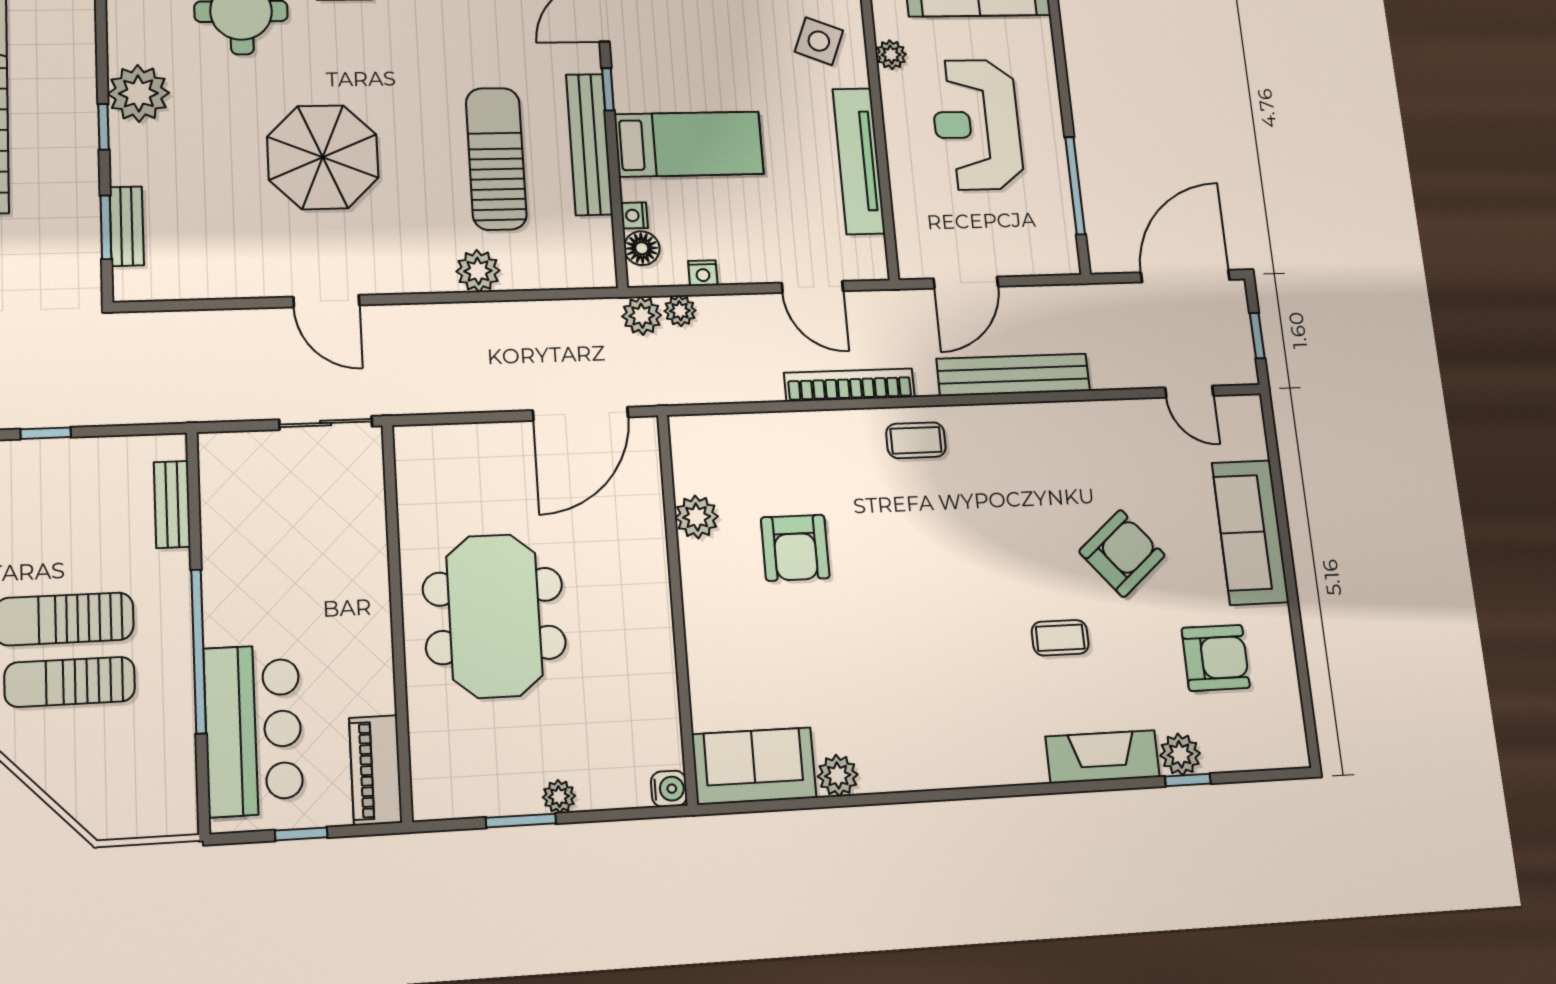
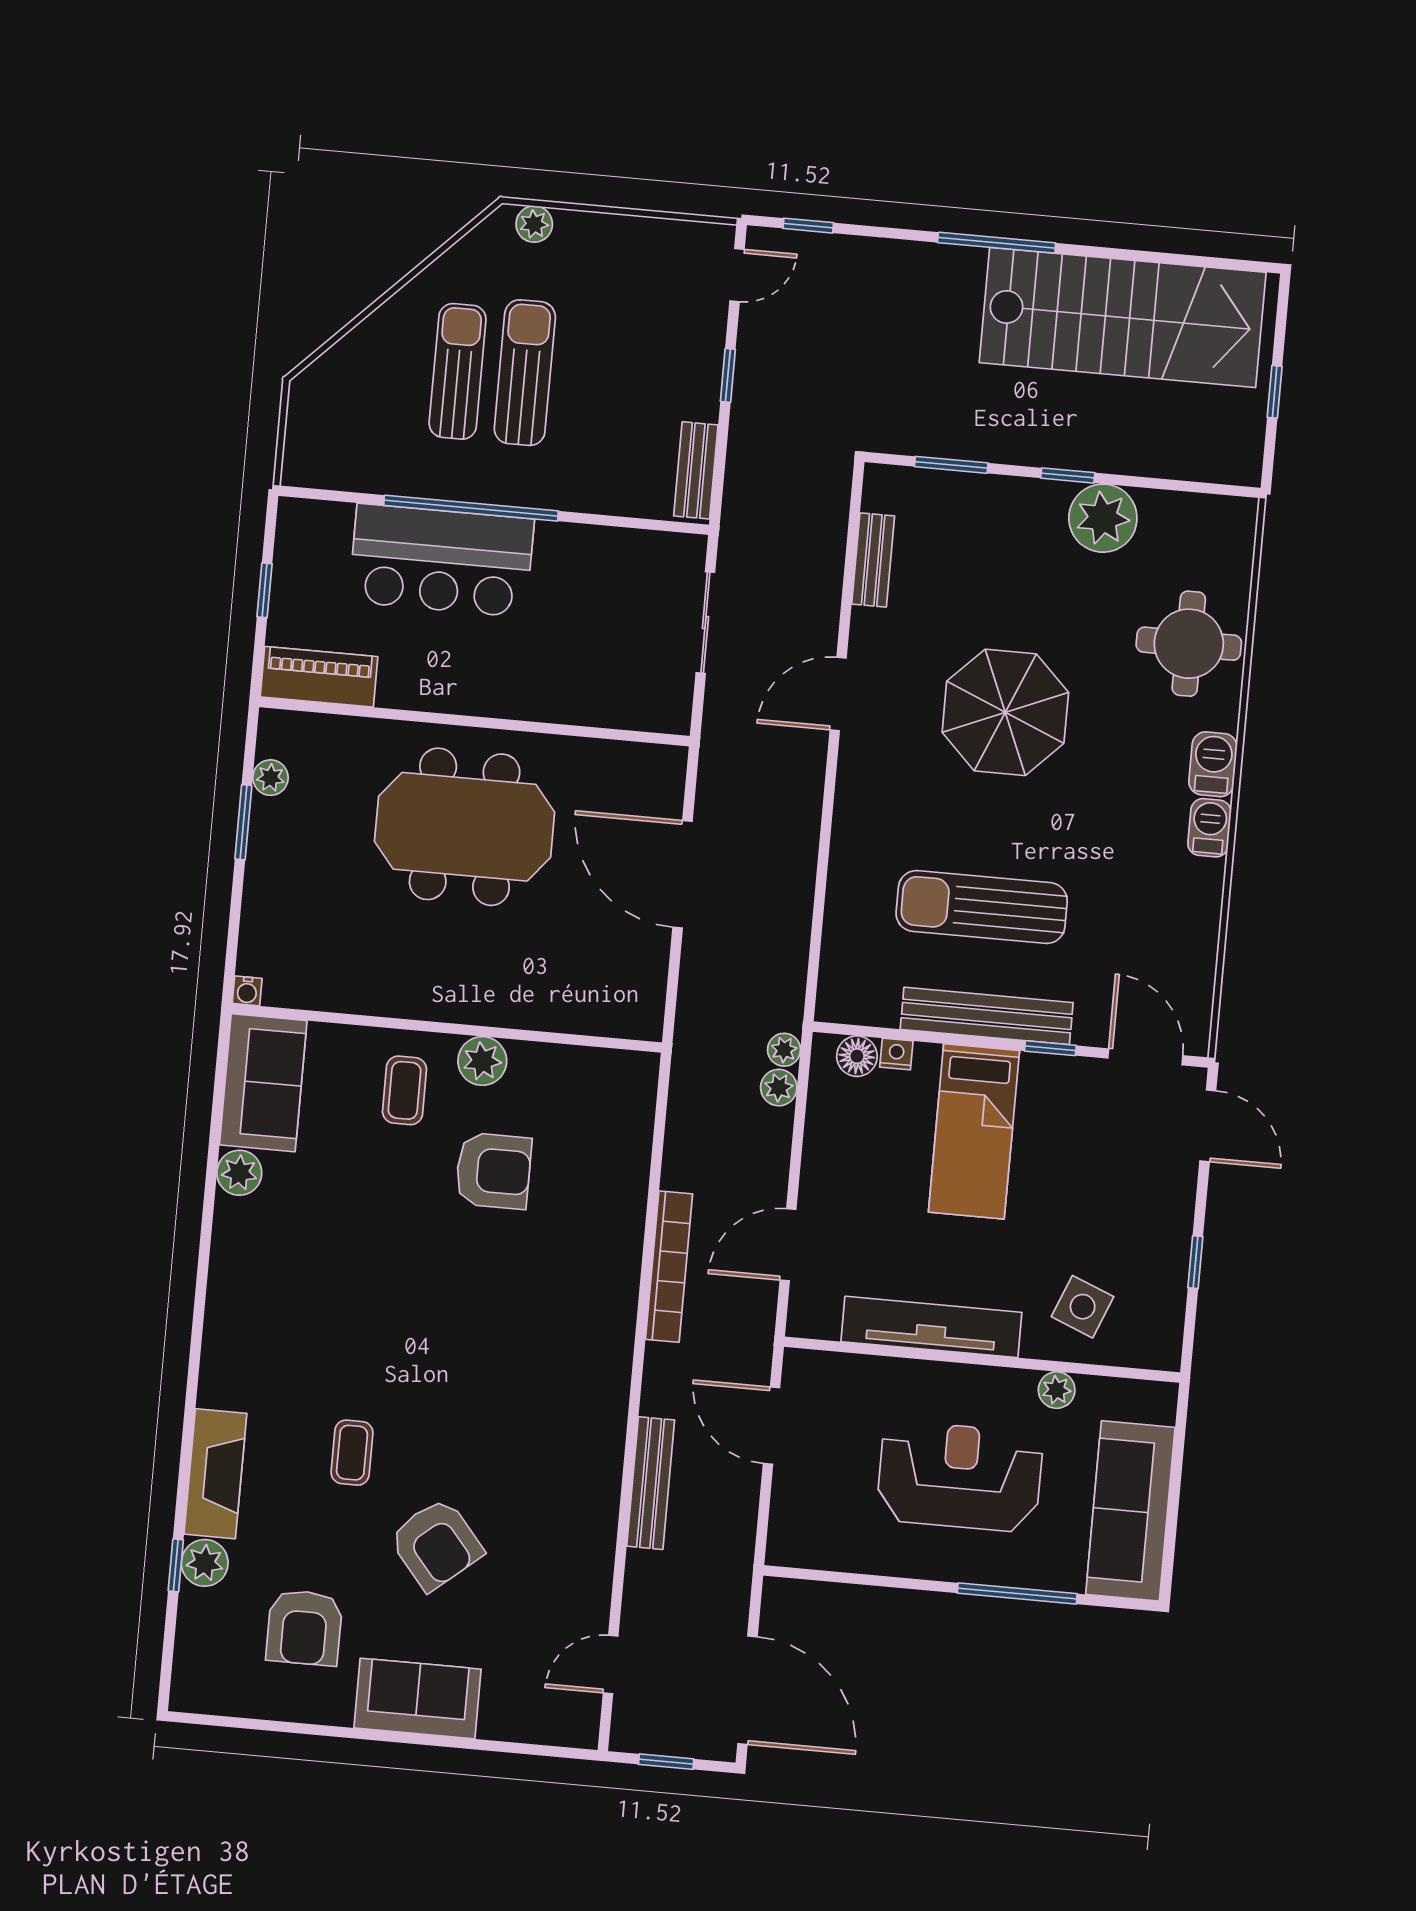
sun lounger: (496, 159) -> (982, 907), turned 180
window: (1075, 186) -> (1017, 1593), moved
bench: (127, 226) -> (873, 560), moved, turned 90
plant: (478, 271) -> (852, 867), removed
nightstand: (703, 273) -> (819, 1121), removed
plant: (642, 316) -> (784, 1050), width x0.73, depth x0.73
bench: (1013, 375) -> (651, 1483), width x0.73, depth x0.82
door: (581, 414) -> (682, 874), moved
sliding door: (326, 423) -> (705, 623), moved
coffee table: (916, 440) -> (405, 1090), moved
bench: (172, 504) -> (696, 470), moved, turned 90
plant: (697, 517) -> (482, 1061), moved
sofa: (1250, 532) -> (417, 1699), width x0.73
armchair: (795, 548) -> (493, 1171), turned 180
bar counter: (253, 730) -> (441, 560), moved
water cooler: (669, 789) -> (247, 991), width x0.72, depth x0.72
plant: (559, 797) -> (270, 778), moved

